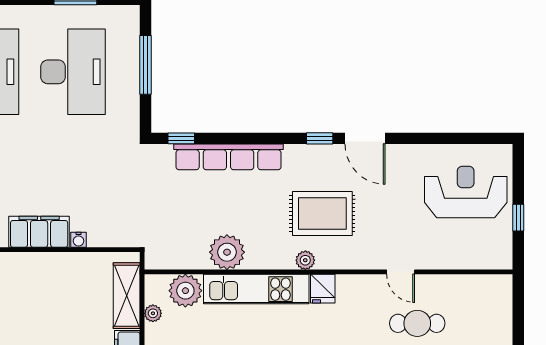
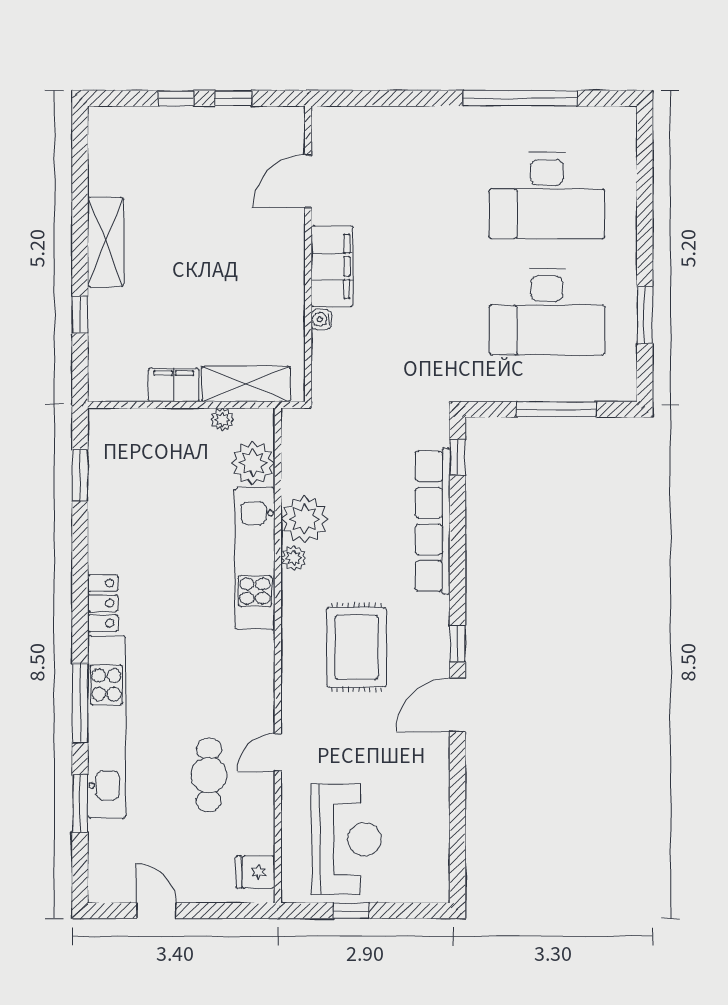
reception desk: (466, 192) -> (346, 839), moved
plant: (305, 260) -> (294, 558), moved
fridge: (323, 289) -> (255, 872), moved

